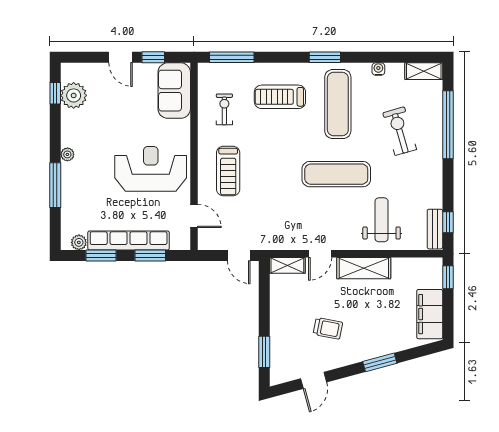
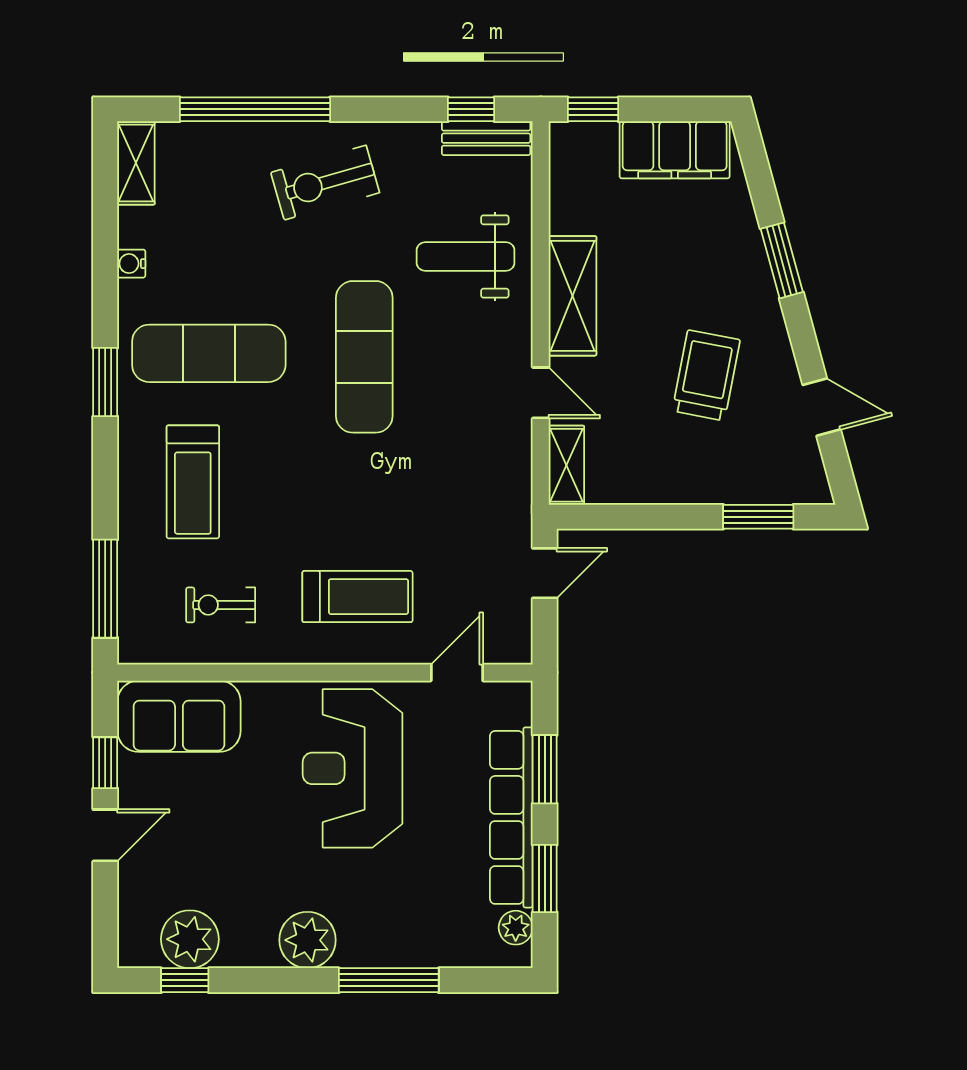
exercise bike: (400, 131) -> (325, 183), moved
plant: (67, 154) -> (307, 940), width x1.88, depth x1.88
trolley: (328, 328) -> (706, 375), width x1.36, depth x1.39

